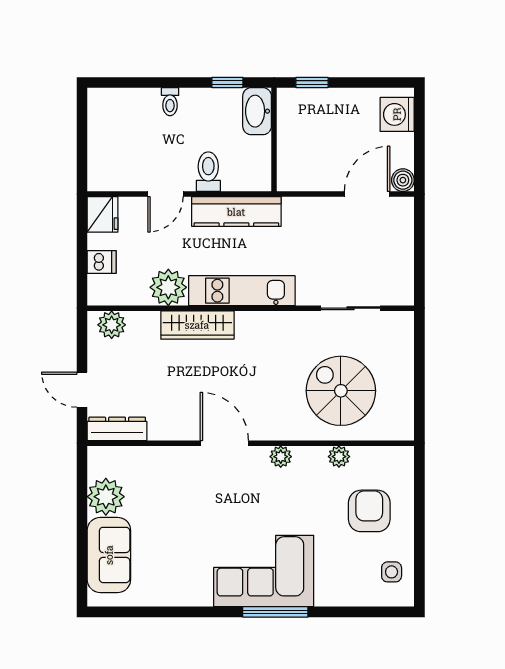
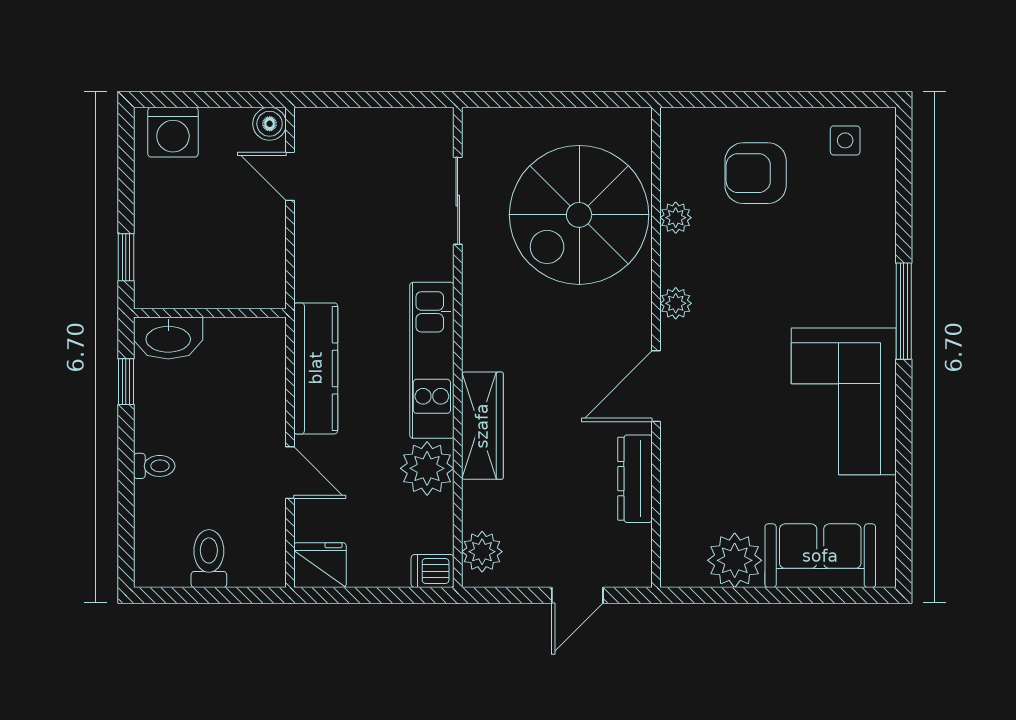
toilet: (208, 172) -> (209, 559), moved, turned 90
door: (367, 194) -> (290, 176), width x0.73
dishwasher: (102, 262) -> (433, 571), moved, turned -90
spiral stairs: (341, 391) -> (579, 215), width x1.37, depth x1.37
dresser: (117, 429) -> (635, 479), moved
corner sofa: (264, 571) -> (844, 401), moved

